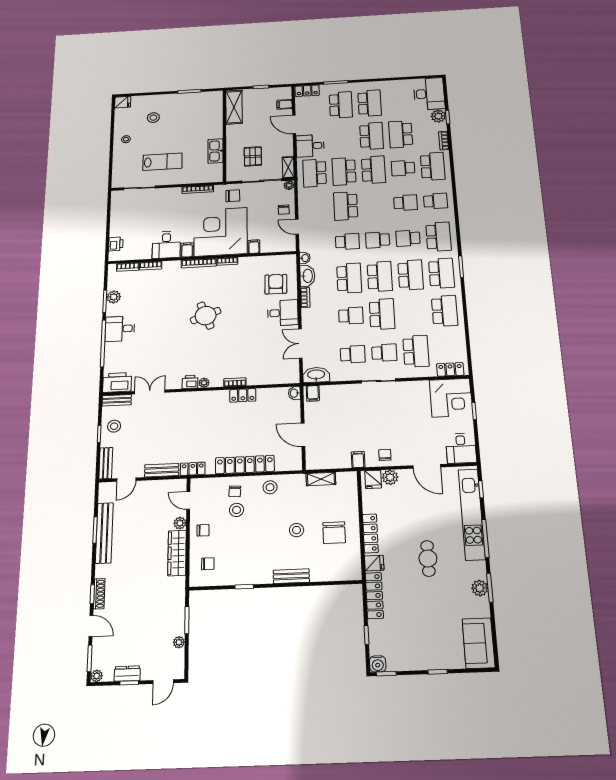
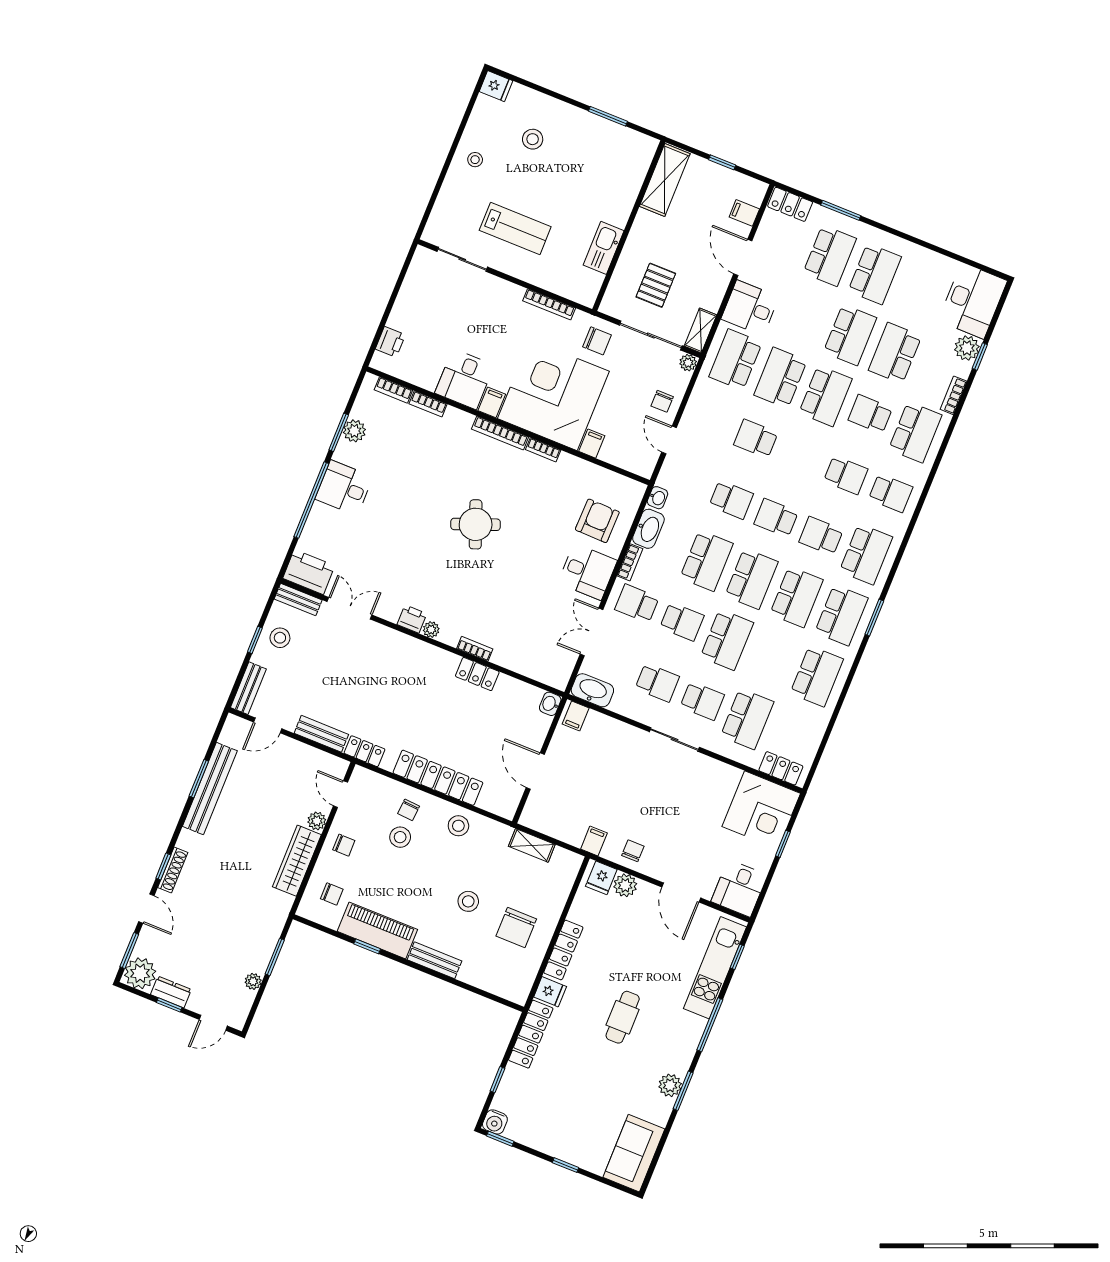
school desk: (346, 206) -> (756, 439), width x0.54
school desk: (320, 317) -> (637, 604), added
kitchen unit: (472, 514) -> (715, 968), width x0.73
piano: (246, 574) -> (377, 930), added
plant: (97, 676) -> (140, 973), width x1.87, depth x1.87

